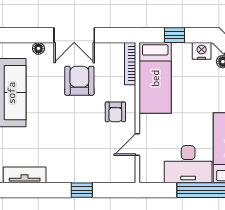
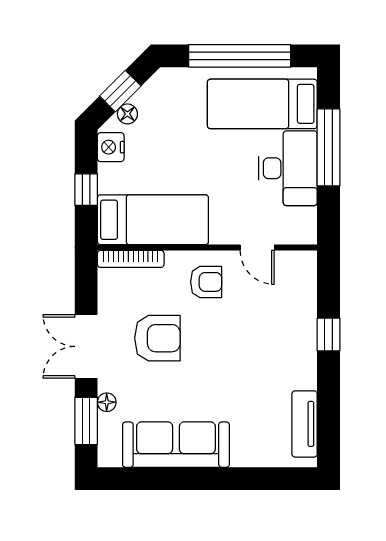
window: (27, 35) -> (86, 421), added
double door: (74, 35) -> (86, 346), swing flipped
armchair: (79, 81) -> (157, 338), turned 180

